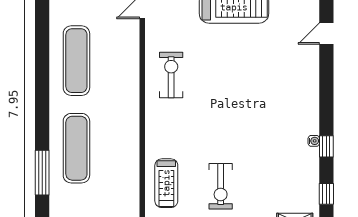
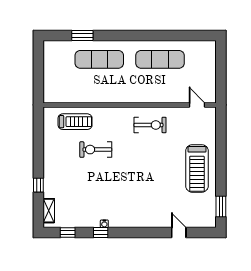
window: (42, 173) -> (82, 35), width x0.69
treadmill: (166, 183) -> (75, 122), turned 180
exercise bike: (221, 186) -> (96, 150), moved

